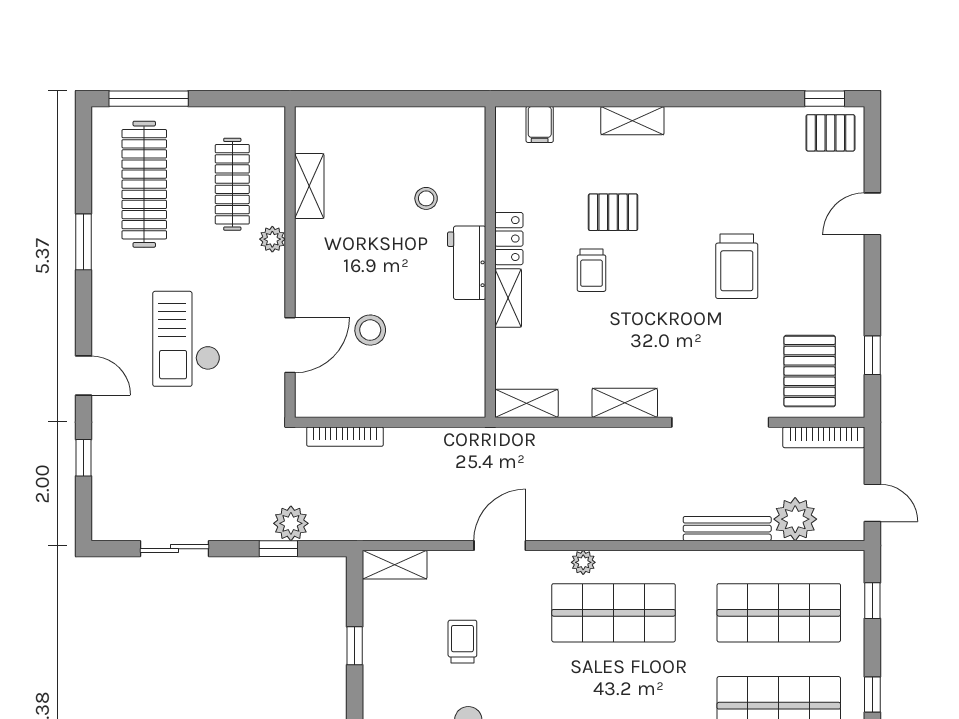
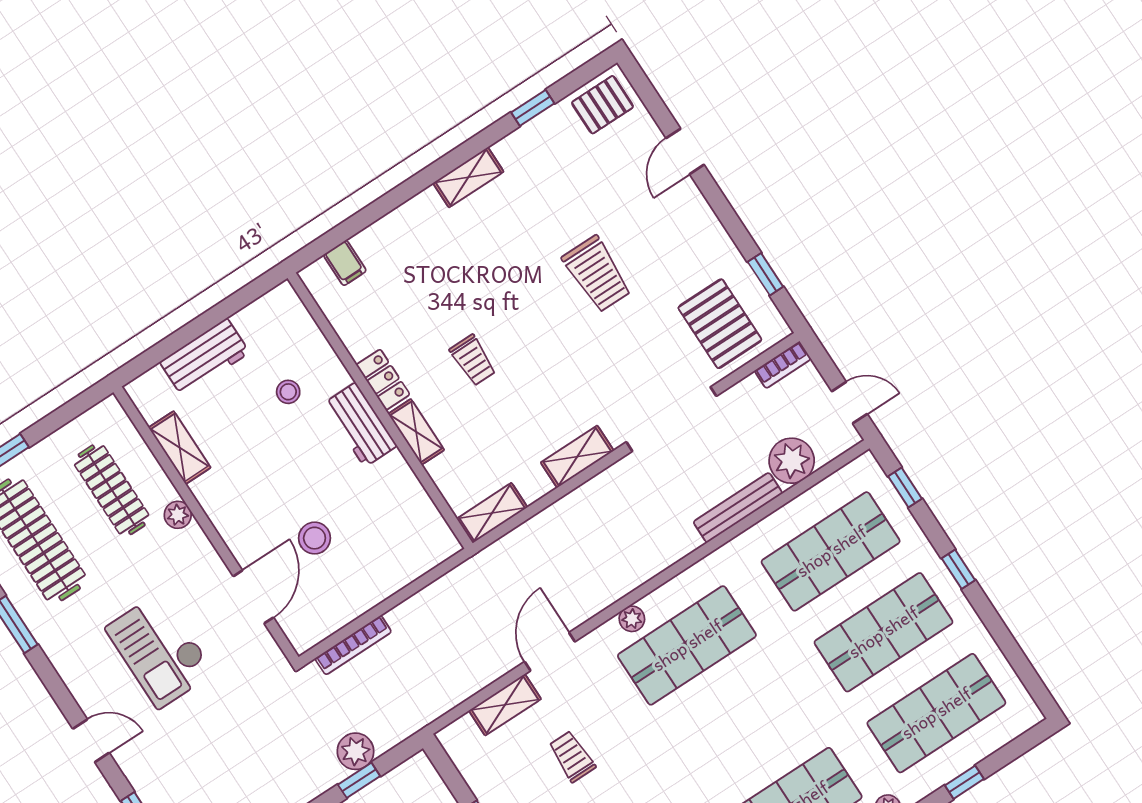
window: (825, 99) -> (533, 108), moved
shelving: (632, 121) -> (468, 177), moved
workbench: (377, 127) -> (205, 357), added
pallet: (613, 212) -> (459, 297), removed
bookcase: (824, 437) -> (783, 365), width x0.64
shelving: (395, 565) -> (505, 705), moved

